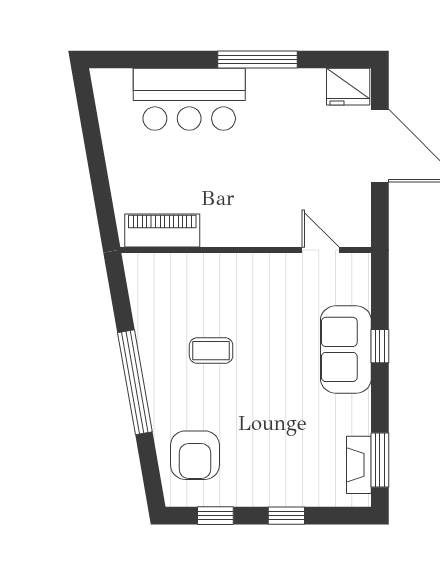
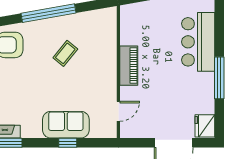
piano: (162, 230) -> (129, 66), moved
coffee table: (211, 351) -> (65, 53), turned 39

